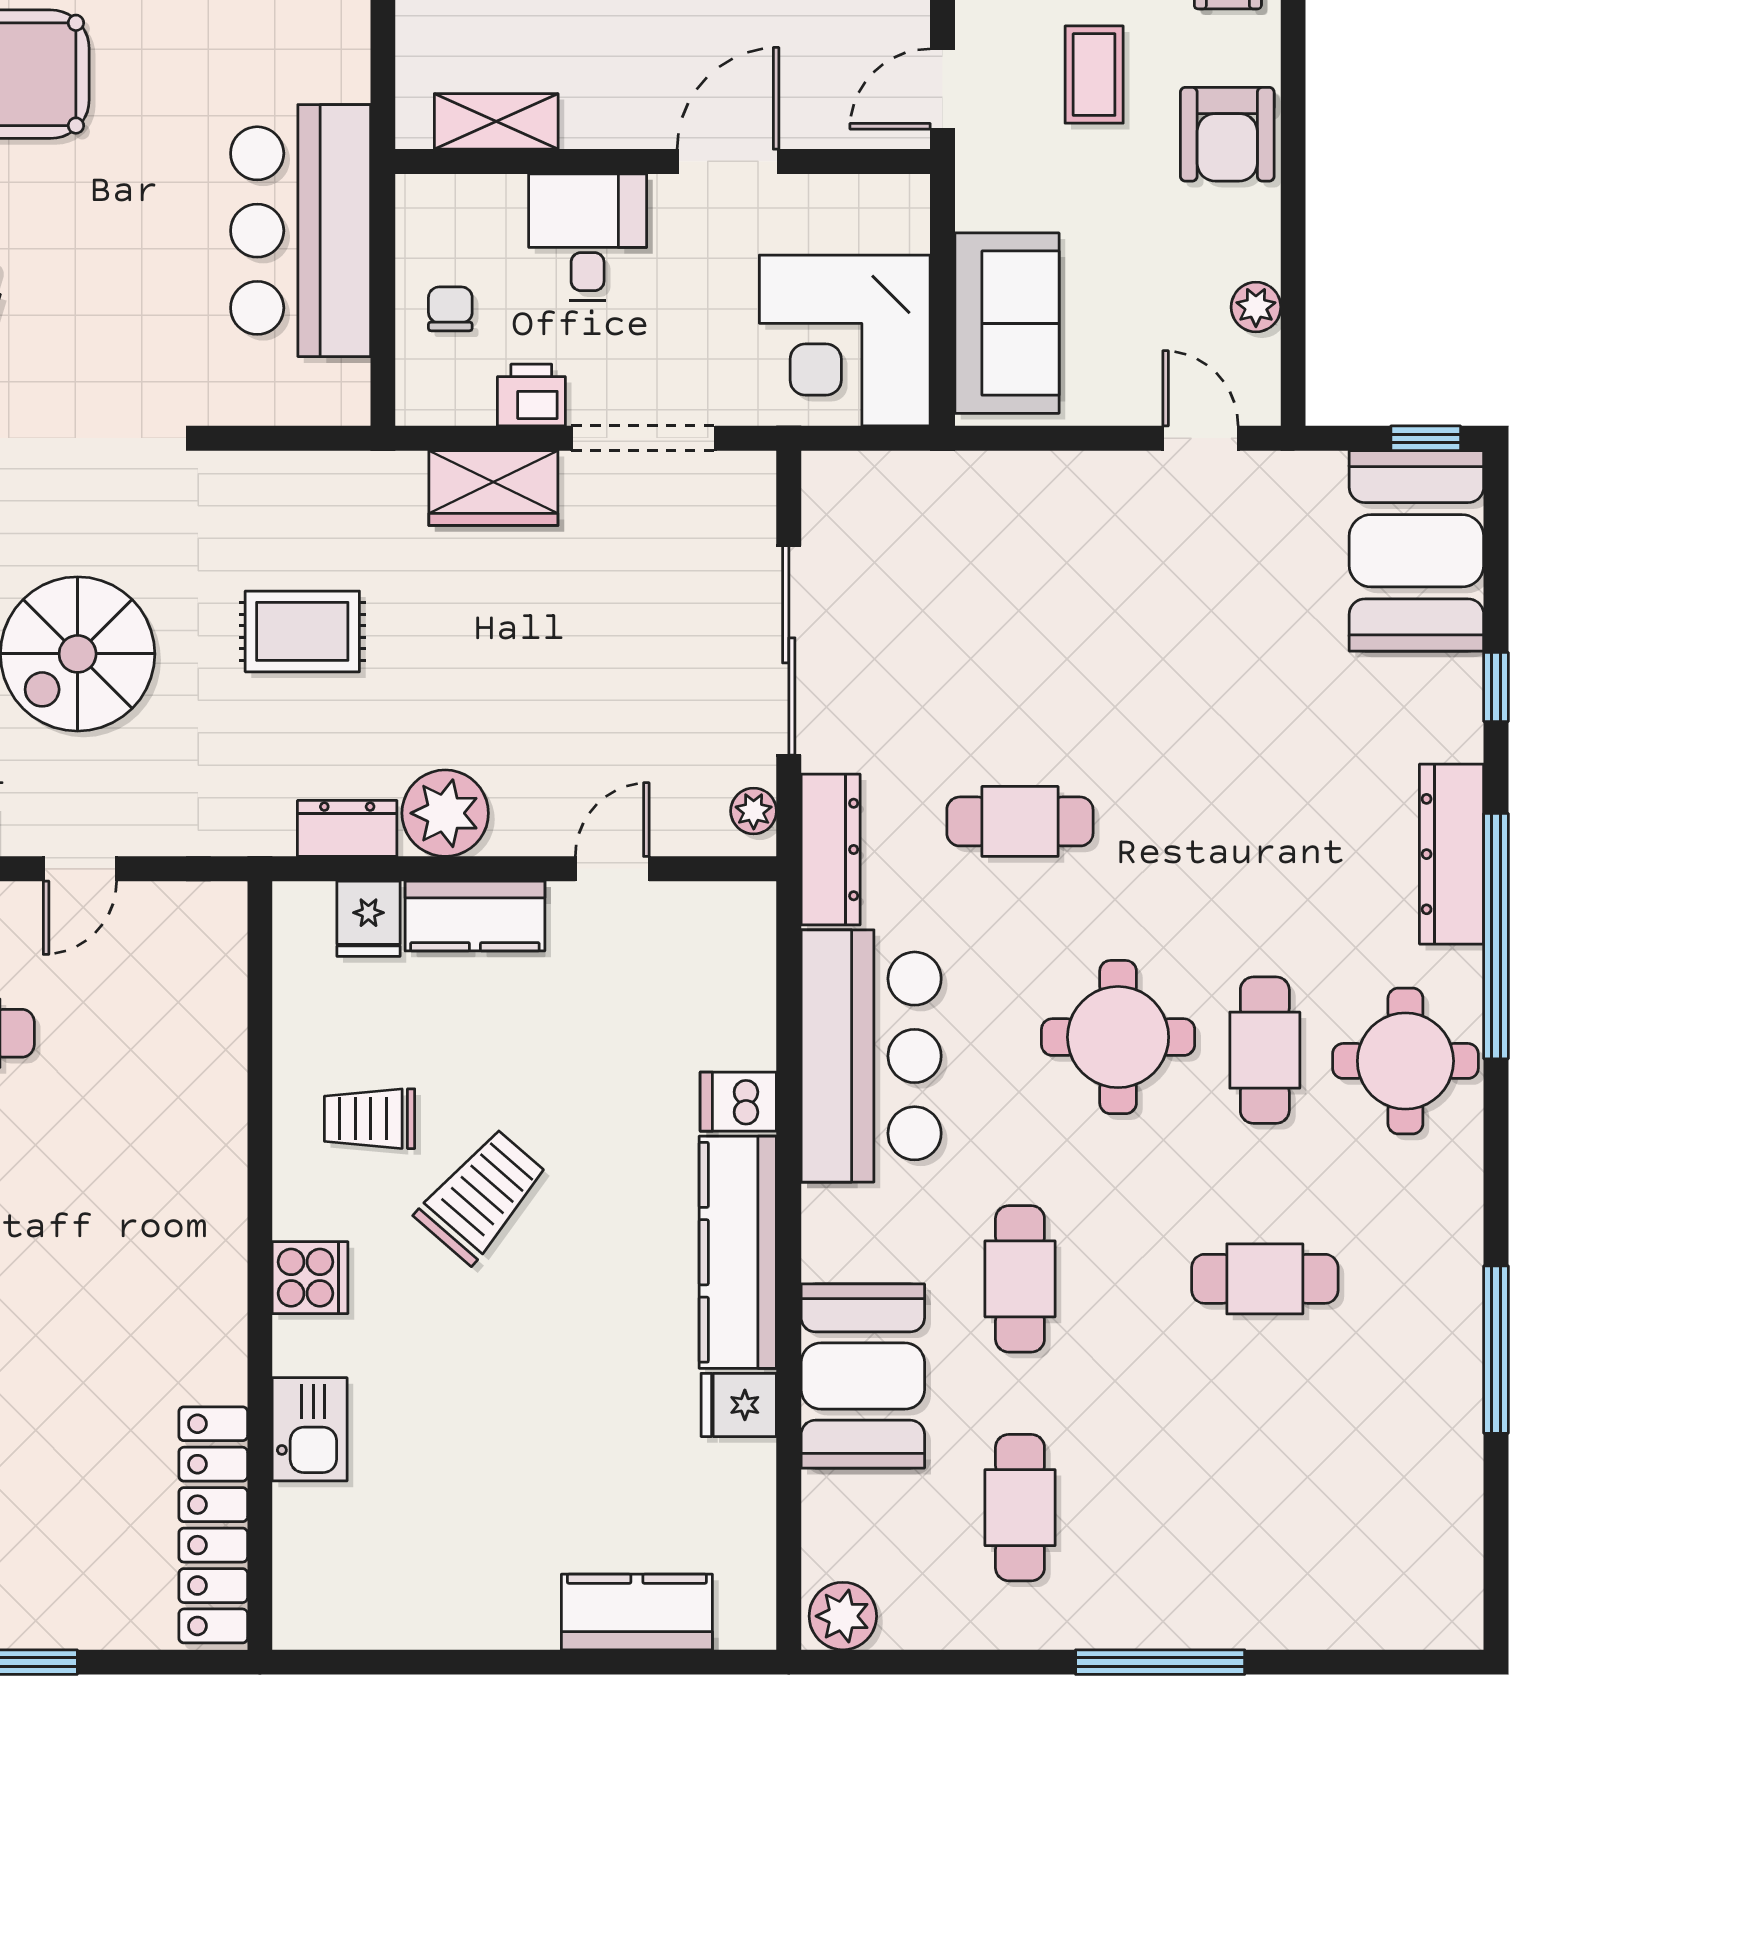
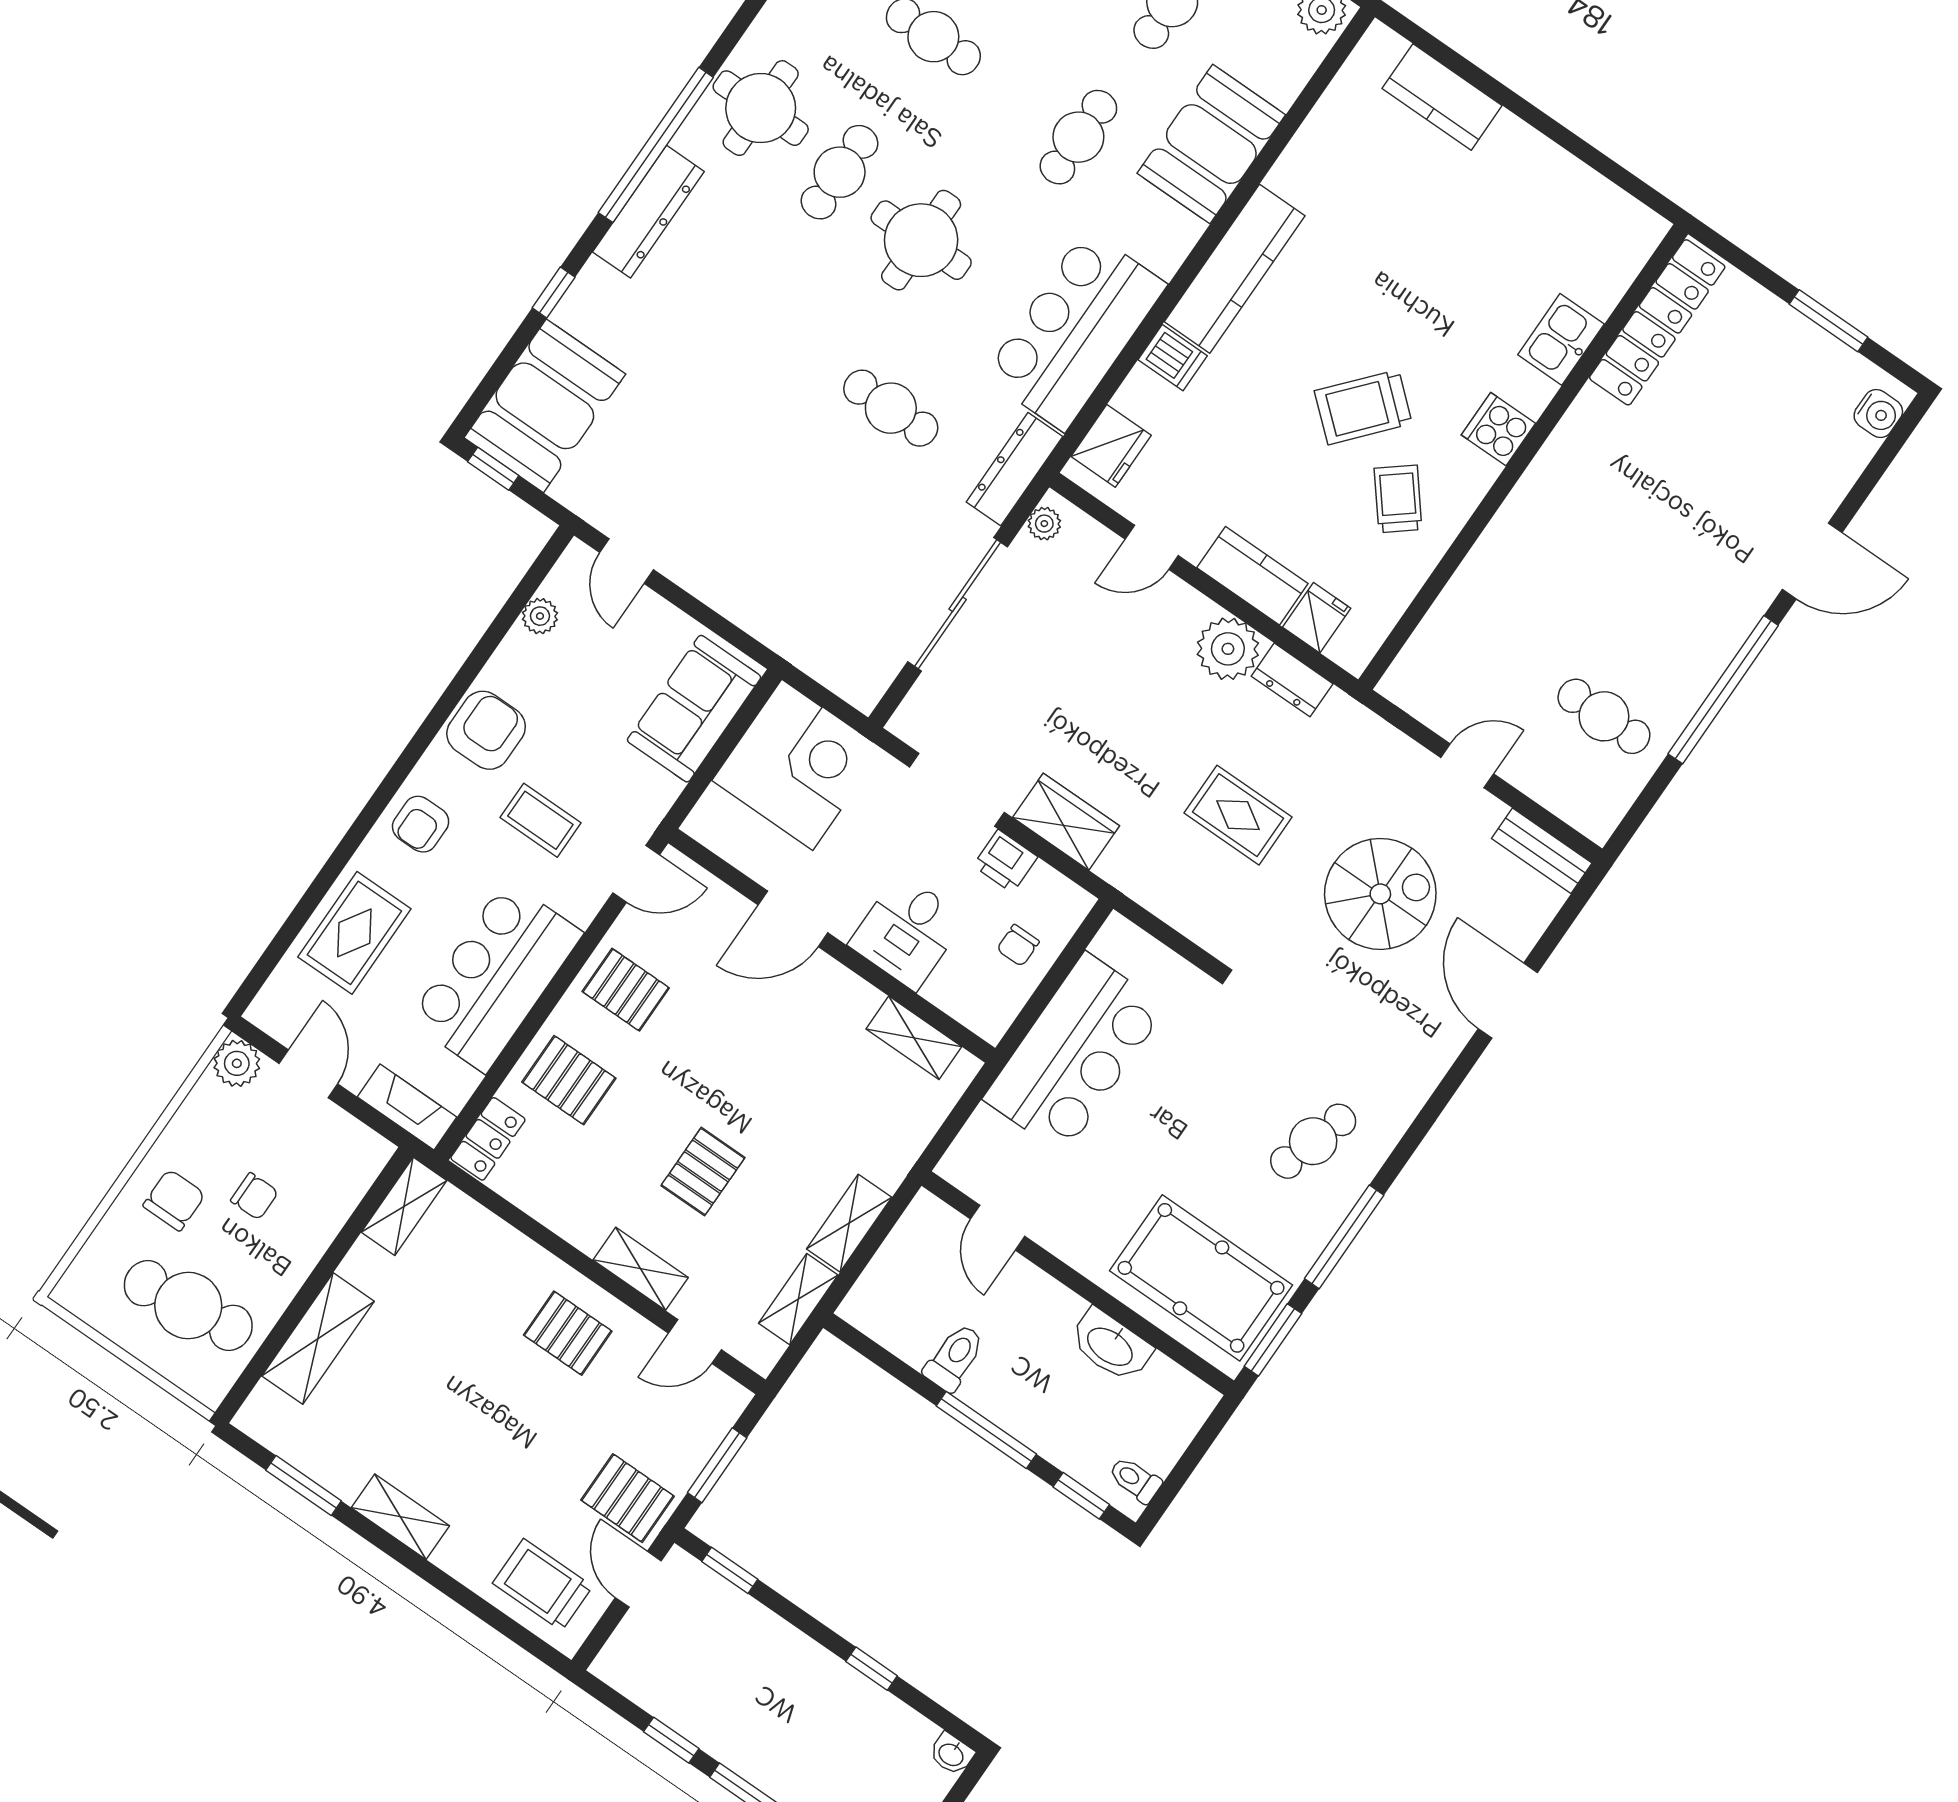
coffee table: (1094, 75) -> (540, 820), turned 90
trolley: (370, 1119) -> (1398, 499), turned -129
fridge: (739, 1405) -> (1111, 446), moved, width x1.38

